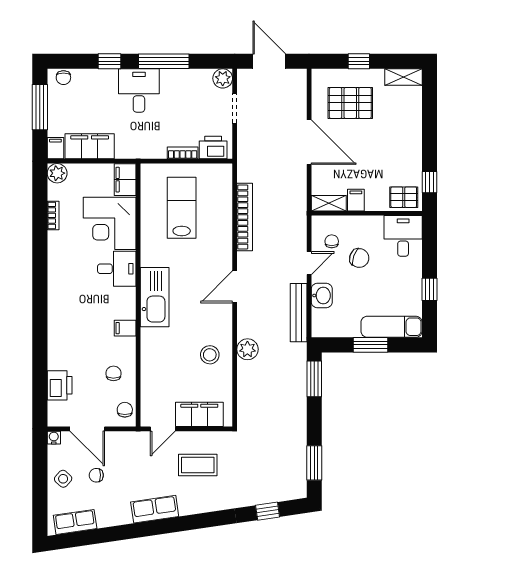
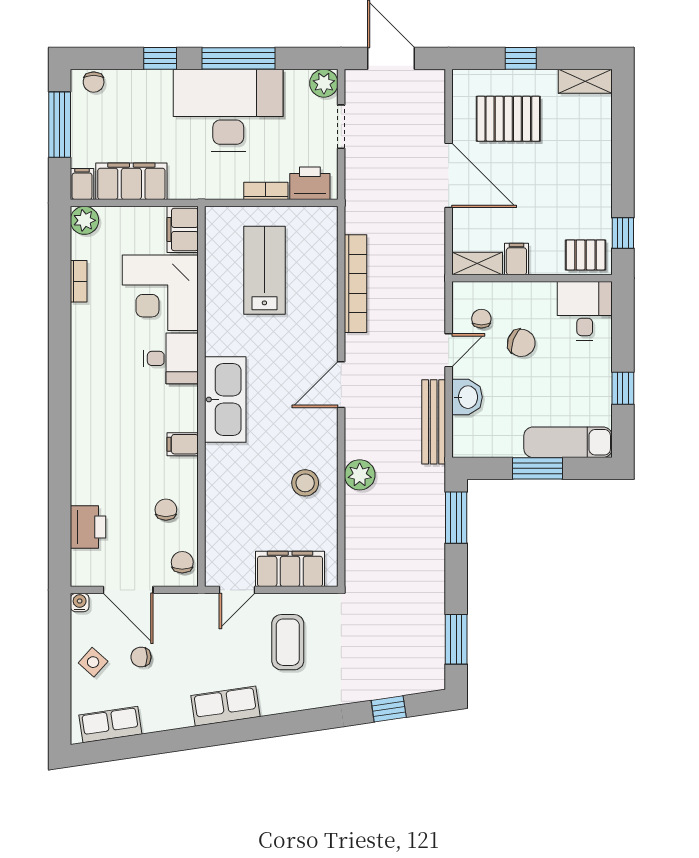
desk: (139, 90) -> (228, 110), width x1.87, depth x1.30
coffee table: (198, 465) -> (288, 642), turned 90

